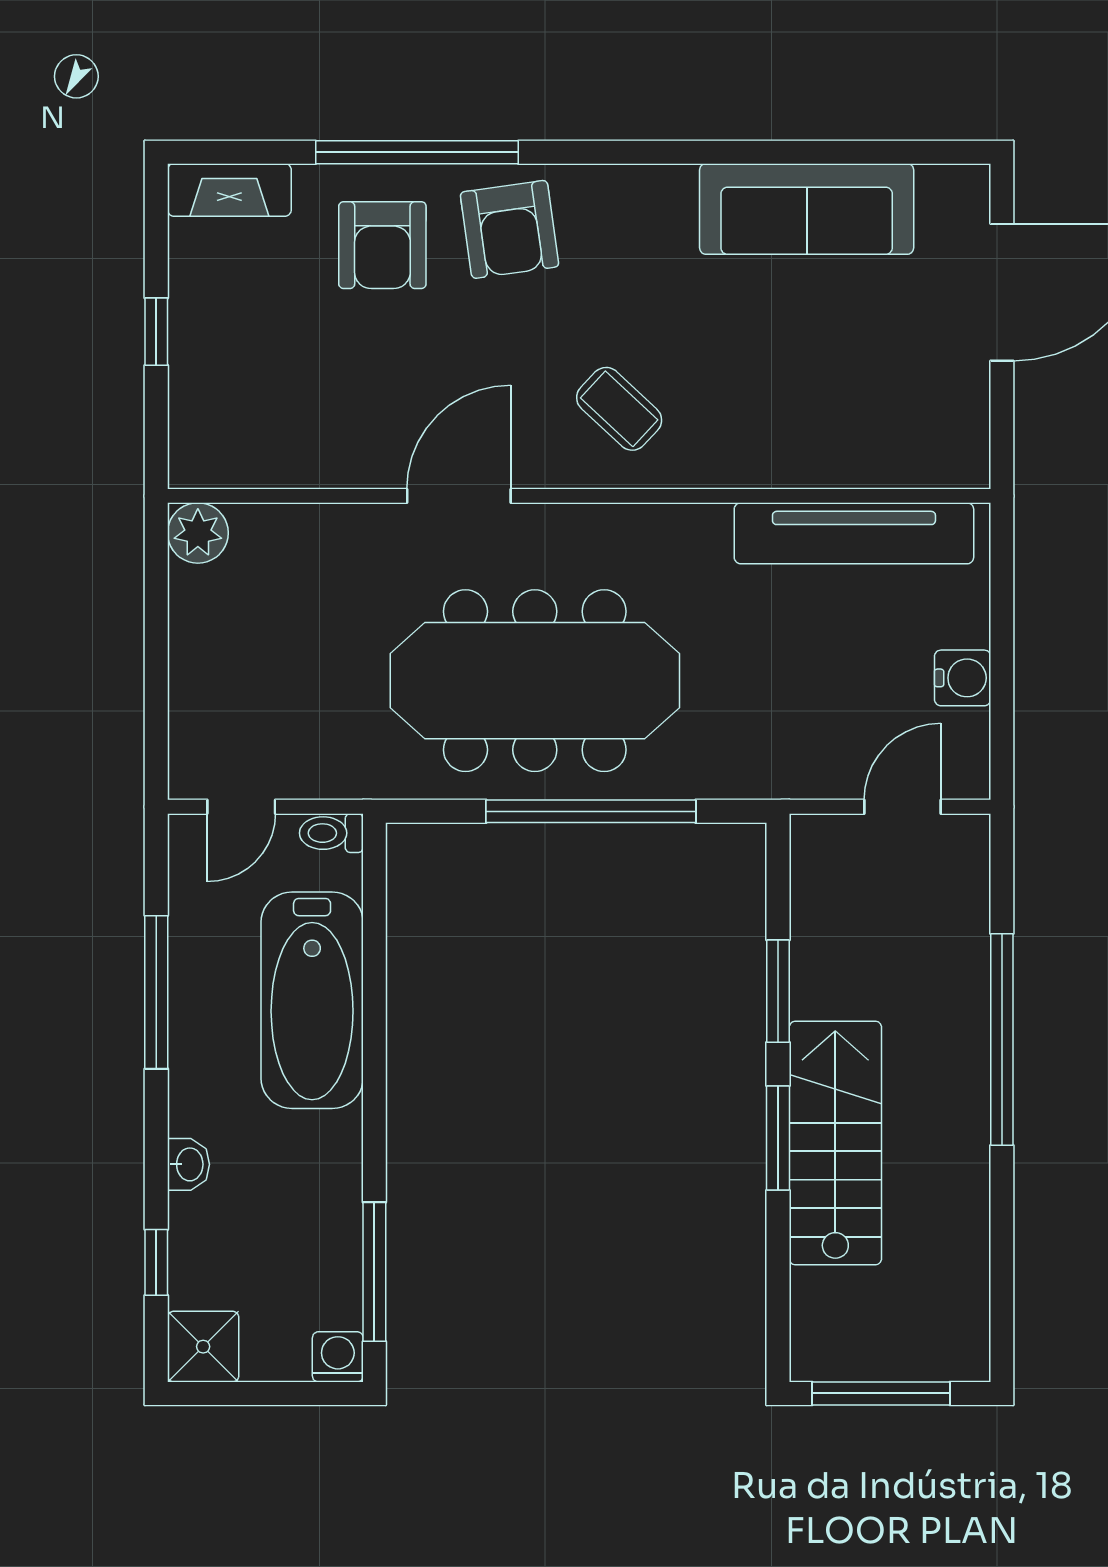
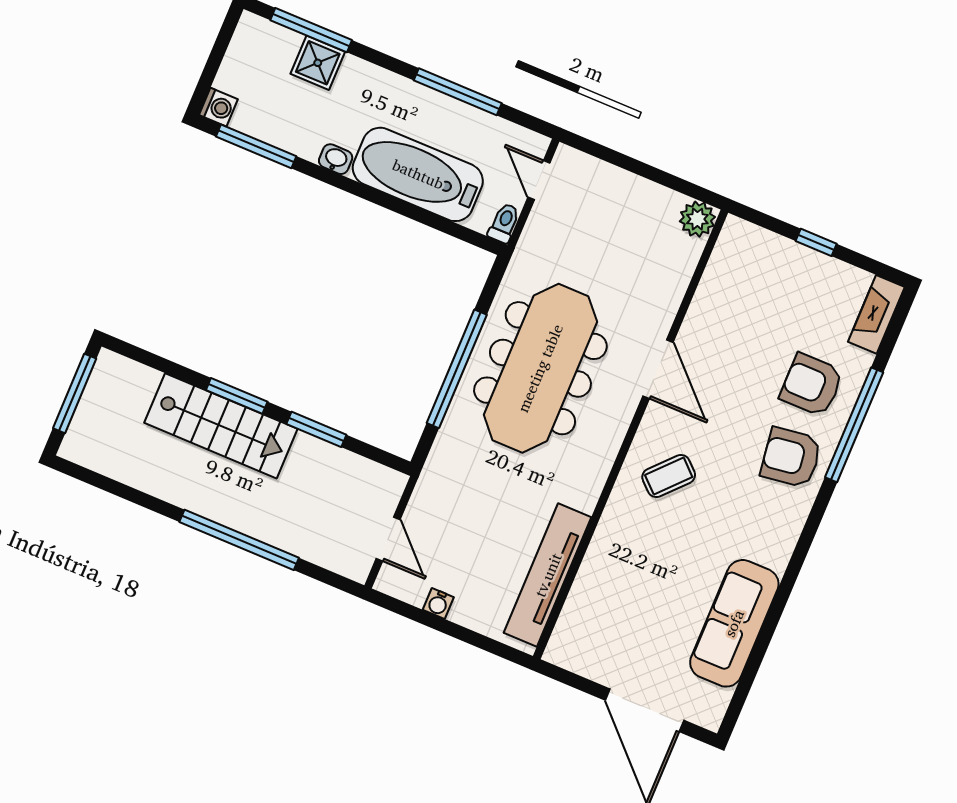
water cooler: (963, 678) -> (438, 603), width x0.72, depth x0.72
washbasin: (189, 1164) -> (336, 159), moved, turned 180
window: (156, 1262) -> (311, 30), width x2.17
shower: (203, 1347) -> (318, 63), moved

